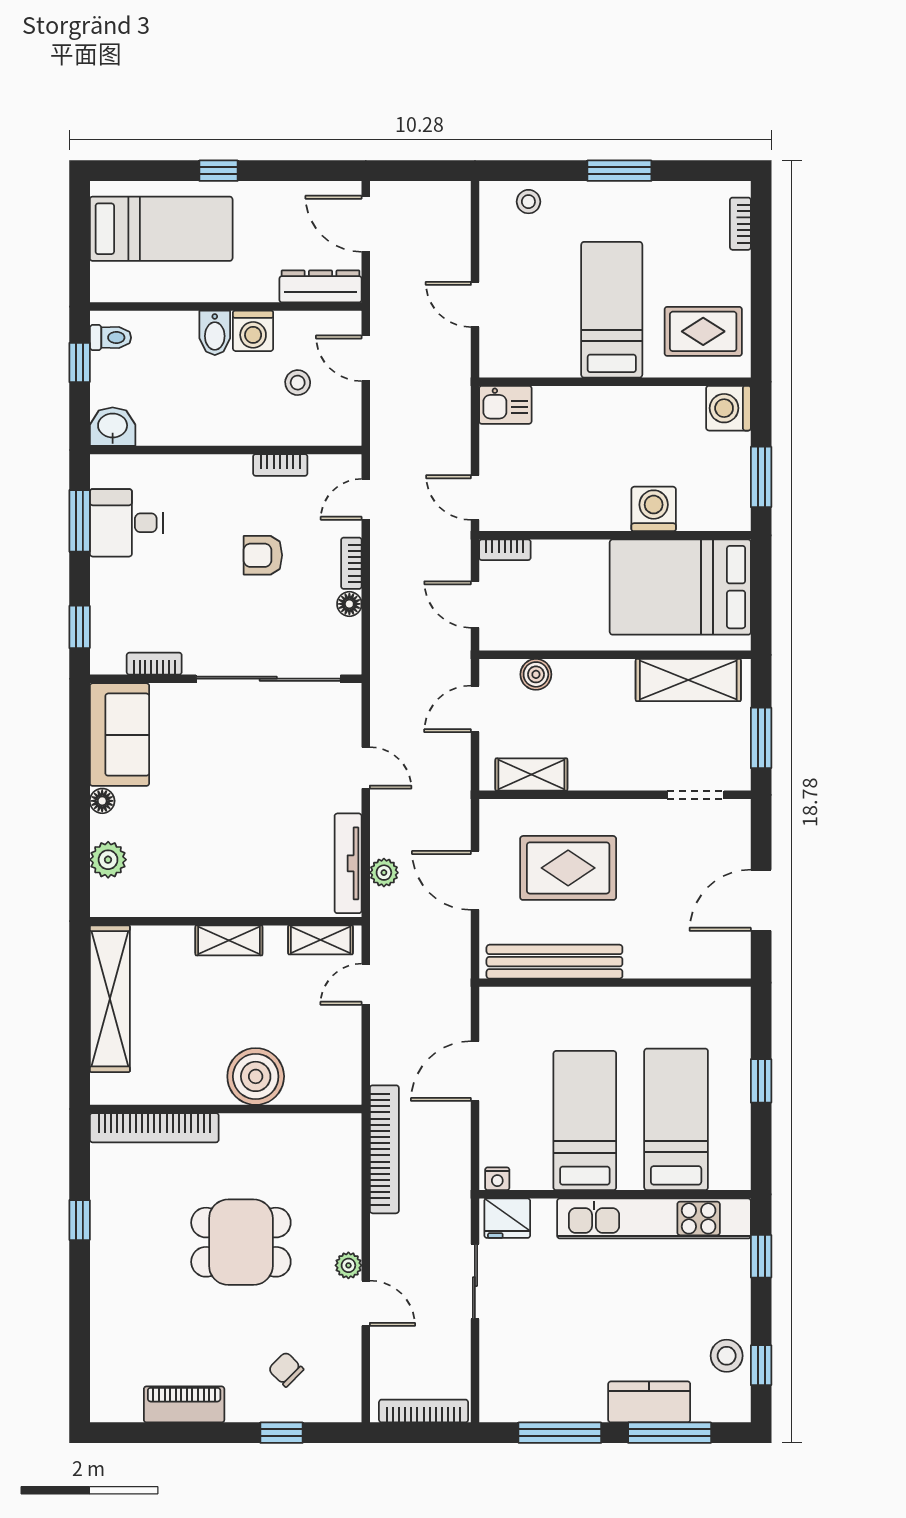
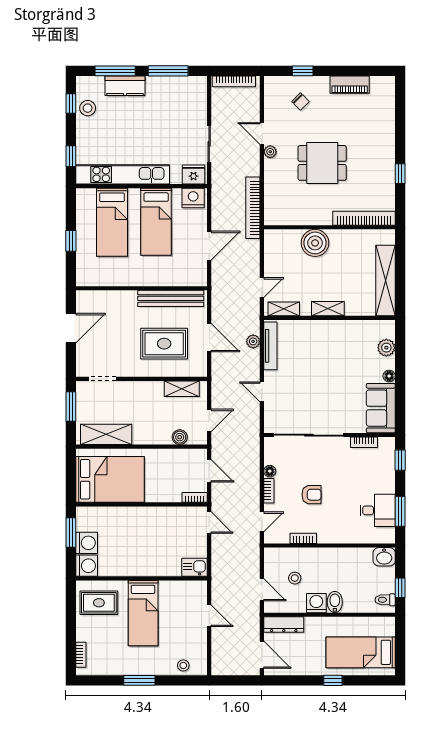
washing machine: (654, 509) -> (87, 543), moved, turned -90
nightstand: (497, 1179) -> (193, 198), width x1.89, depth x1.79

